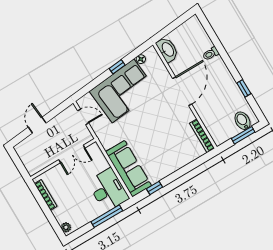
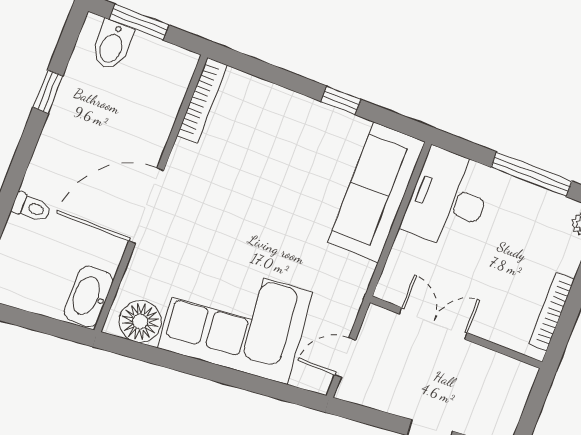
floor lamp: (141, 59) -> (140, 321), width x1.89, depth x1.89
window: (117, 67) -> (197, 368), removed
door: (83, 117) -> (345, 358), hinge flipped
window: (155, 188) -> (341, 100), moved
window: (107, 216) -> (531, 174), moved

